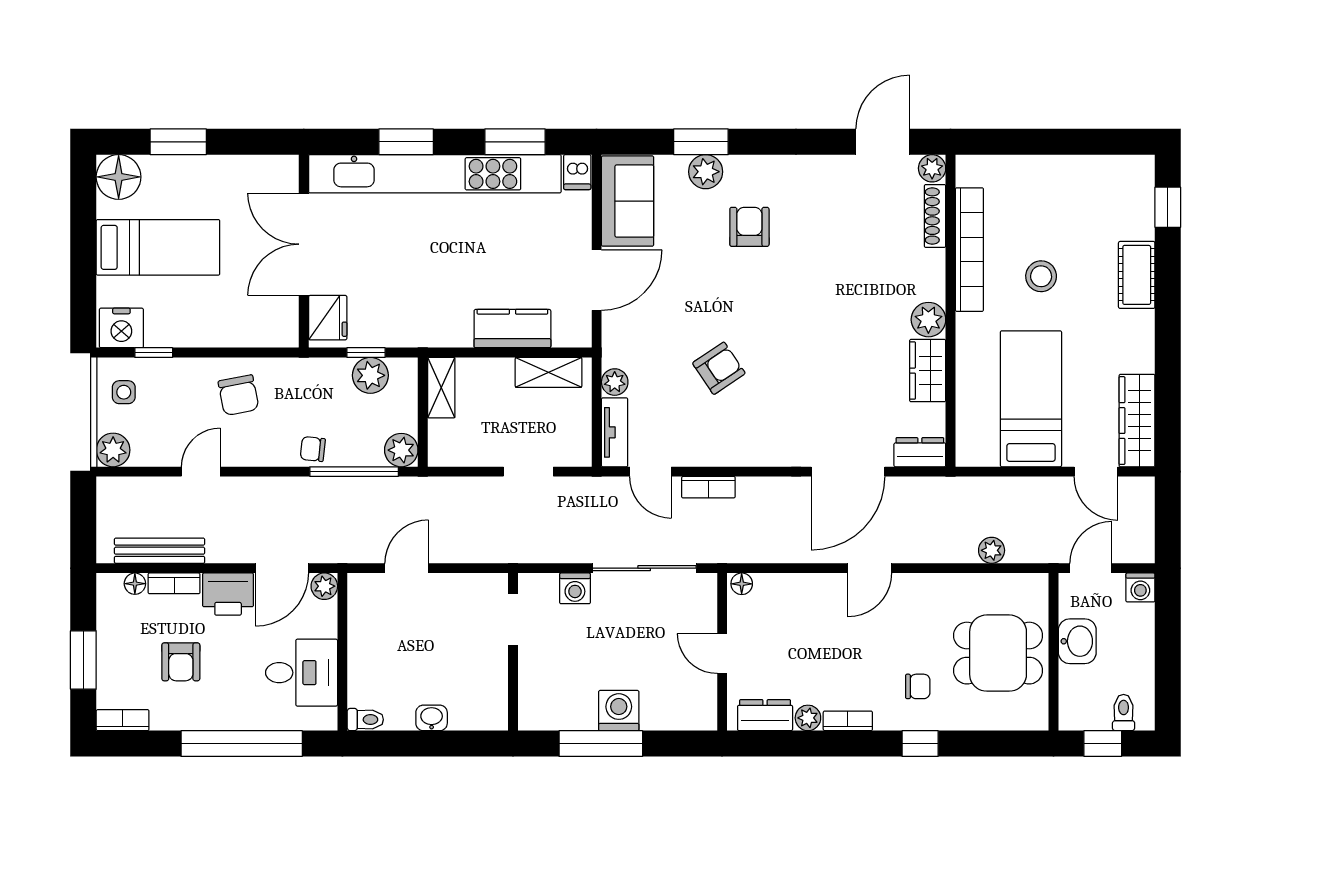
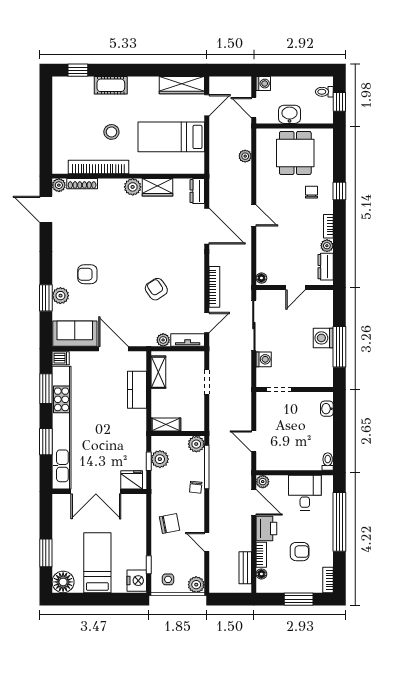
bookcase: (708, 487) -> (214, 287), width x1.56
bench: (160, 551) -> (245, 568), width x0.73
washbasin: (432, 718) -> (327, 409), moved

